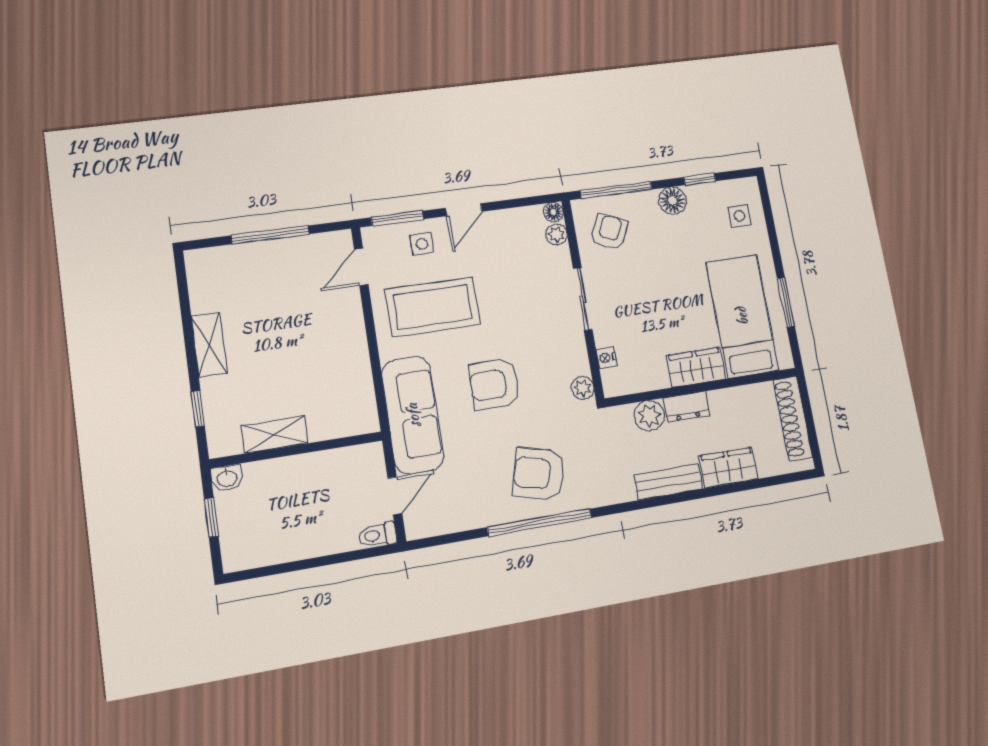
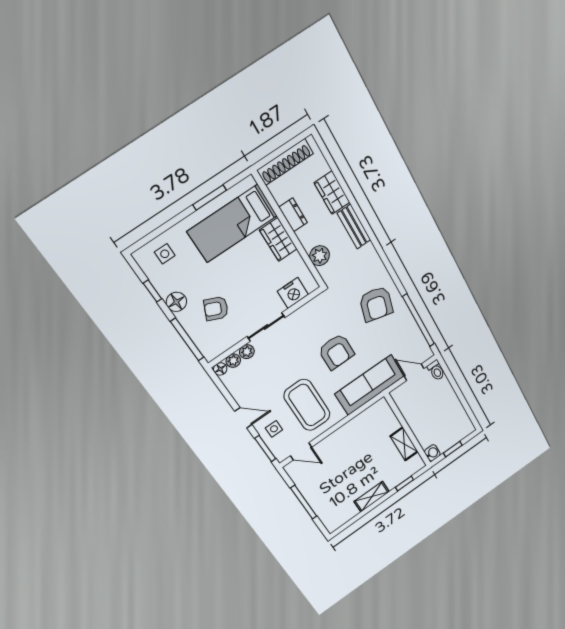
armchair: (609, 232) -> (216, 309), moved
nightstand: (606, 358) -> (293, 293), width x1.89, depth x1.79
plant: (583, 388) -> (247, 352), moved
dresser: (686, 407) -> (293, 215), moved
window: (540, 522) -> (419, 320), moved

